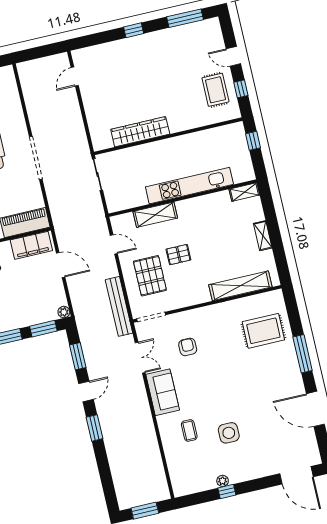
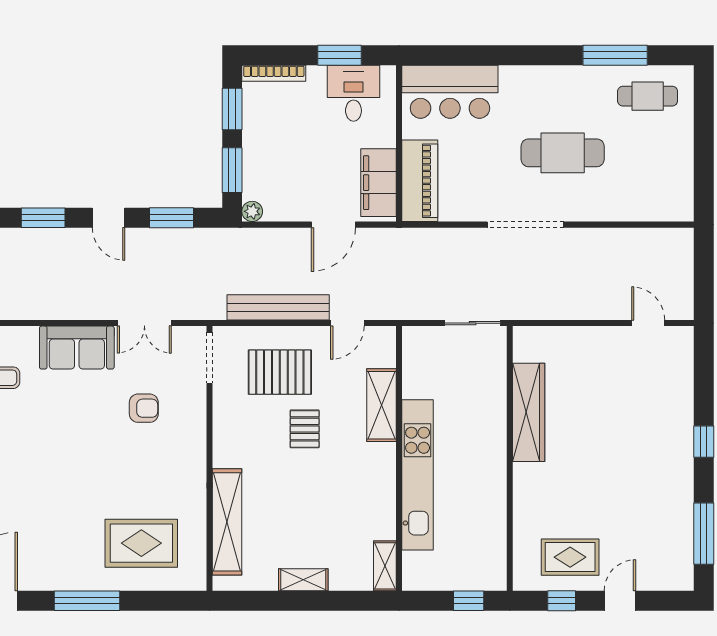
bench: (119, 306) -> (278, 307), moved
rug: (263, 331) -> (141, 543), turned 90

